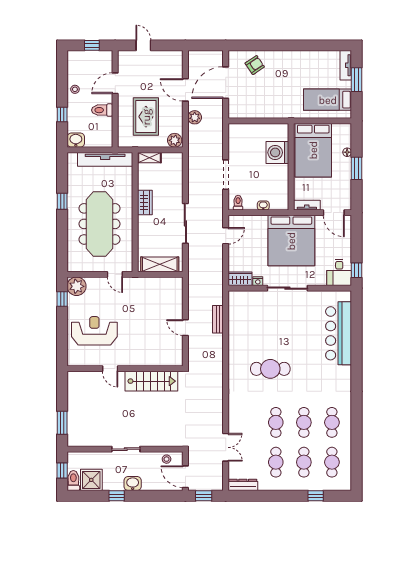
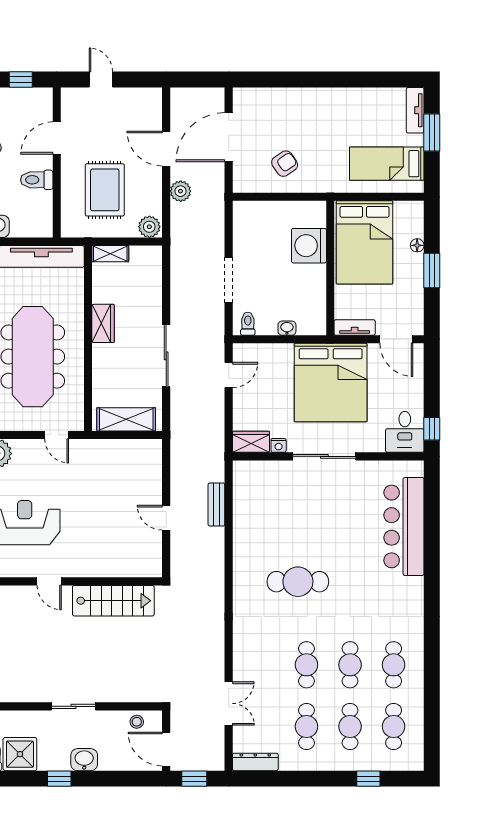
armchair: (255, 65) -> (285, 164), moved

